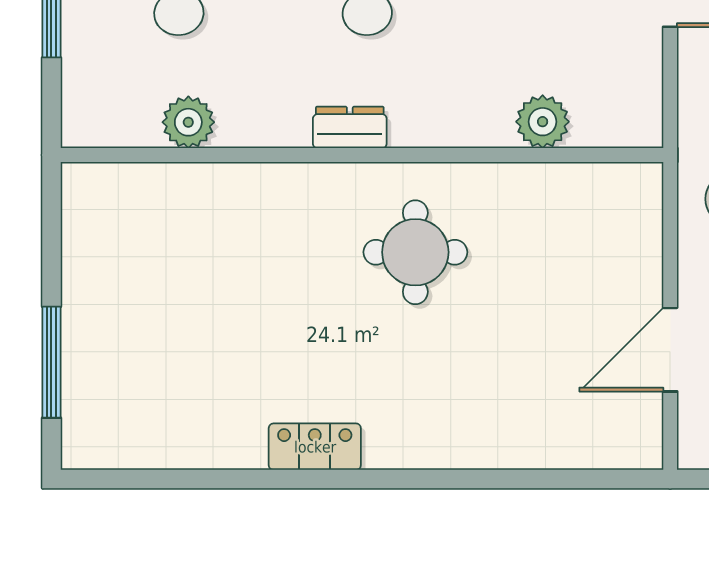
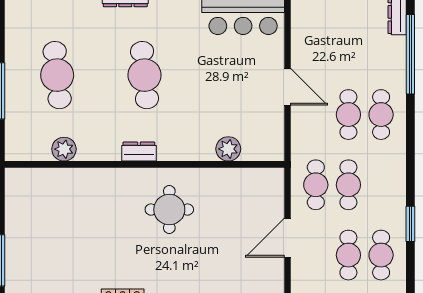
door: (670, 350) -> (287, 238), moved

